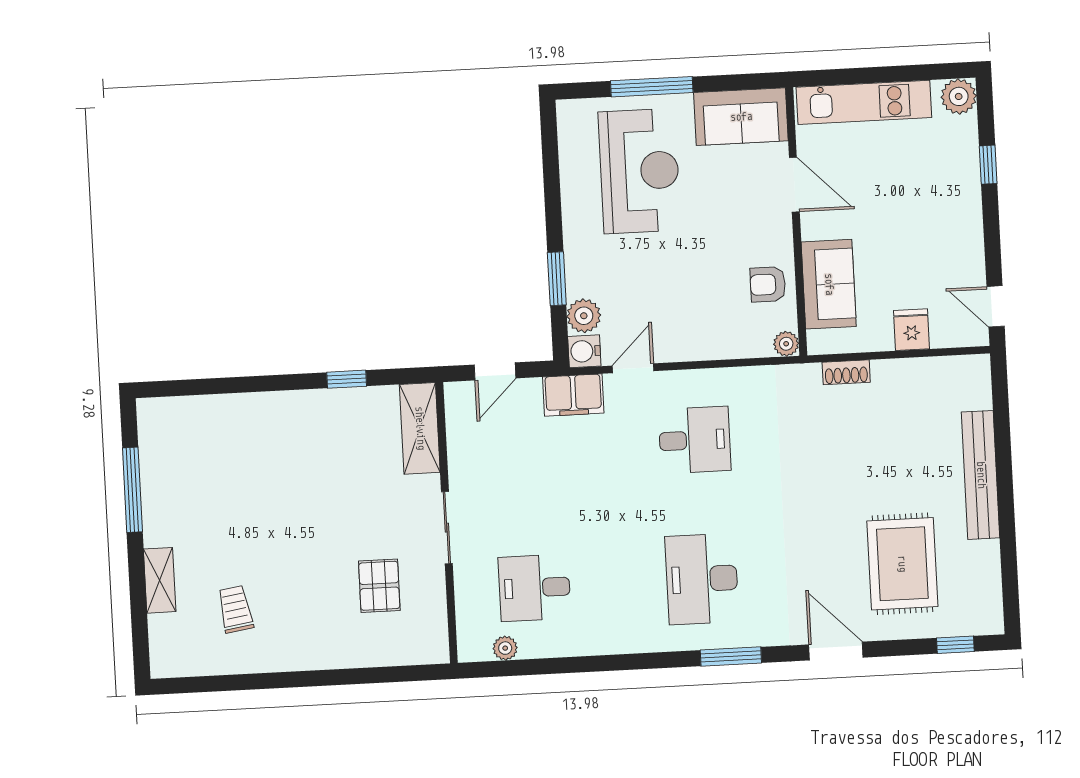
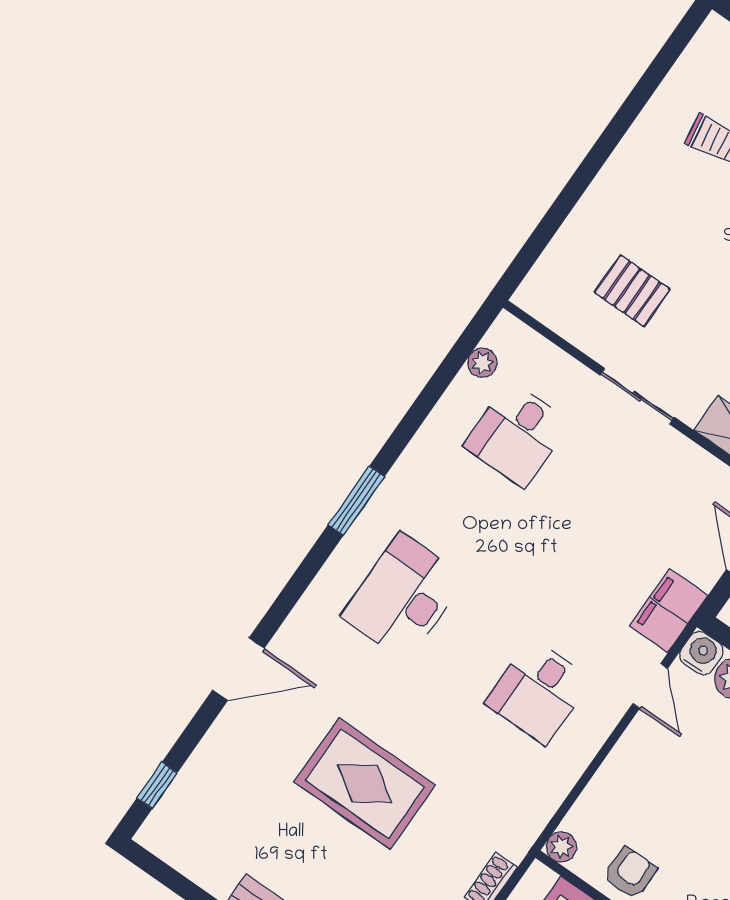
rug: (902, 564) -> (365, 783), moved
desk: (702, 579) -> (403, 597), turned -90
desk: (535, 588) -> (517, 434), turned 180
window: (731, 657) -> (356, 501), moved

